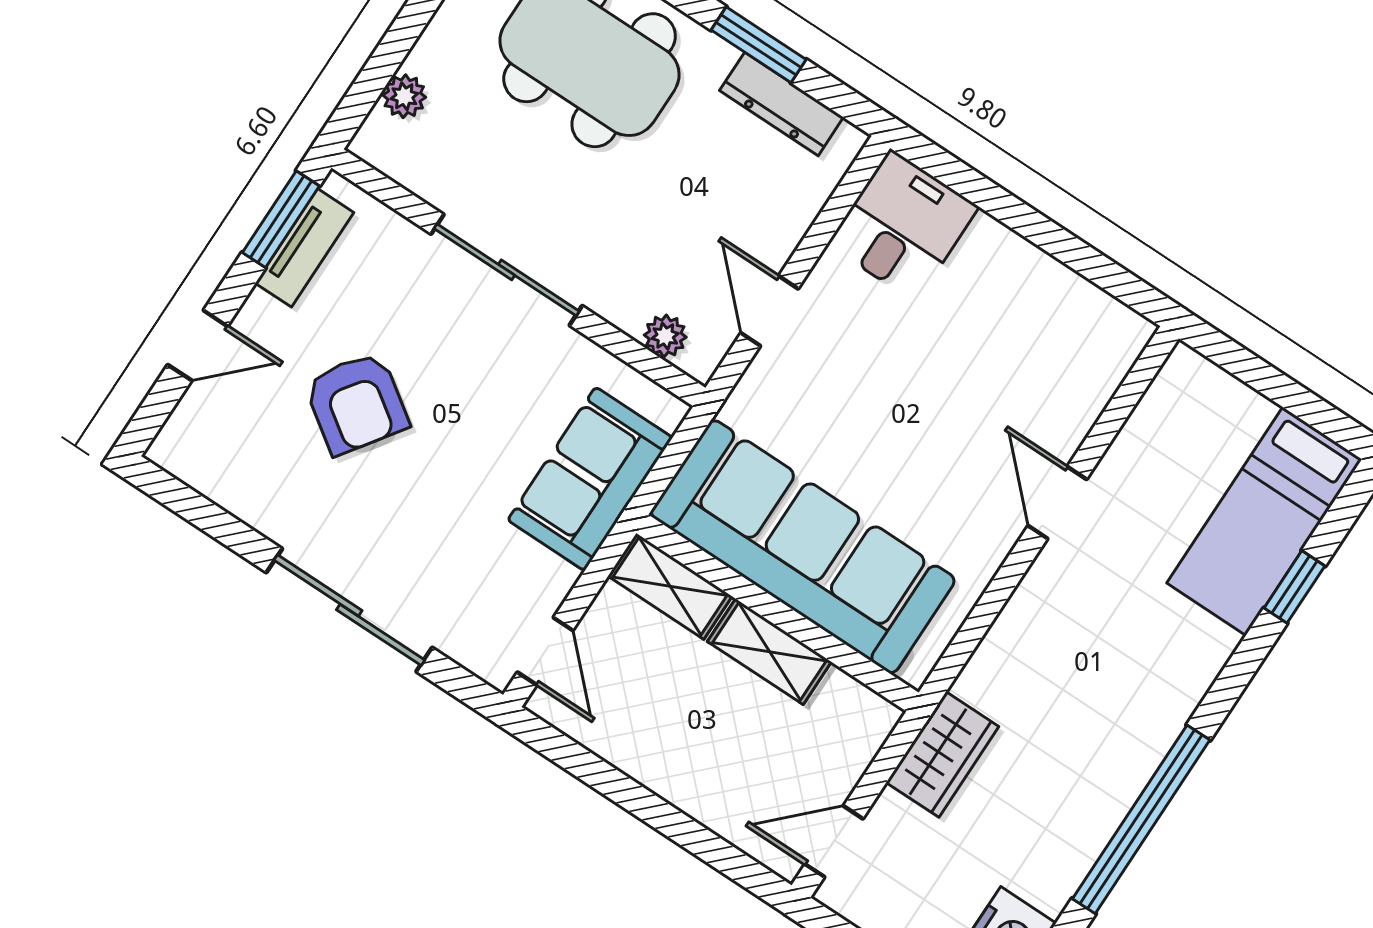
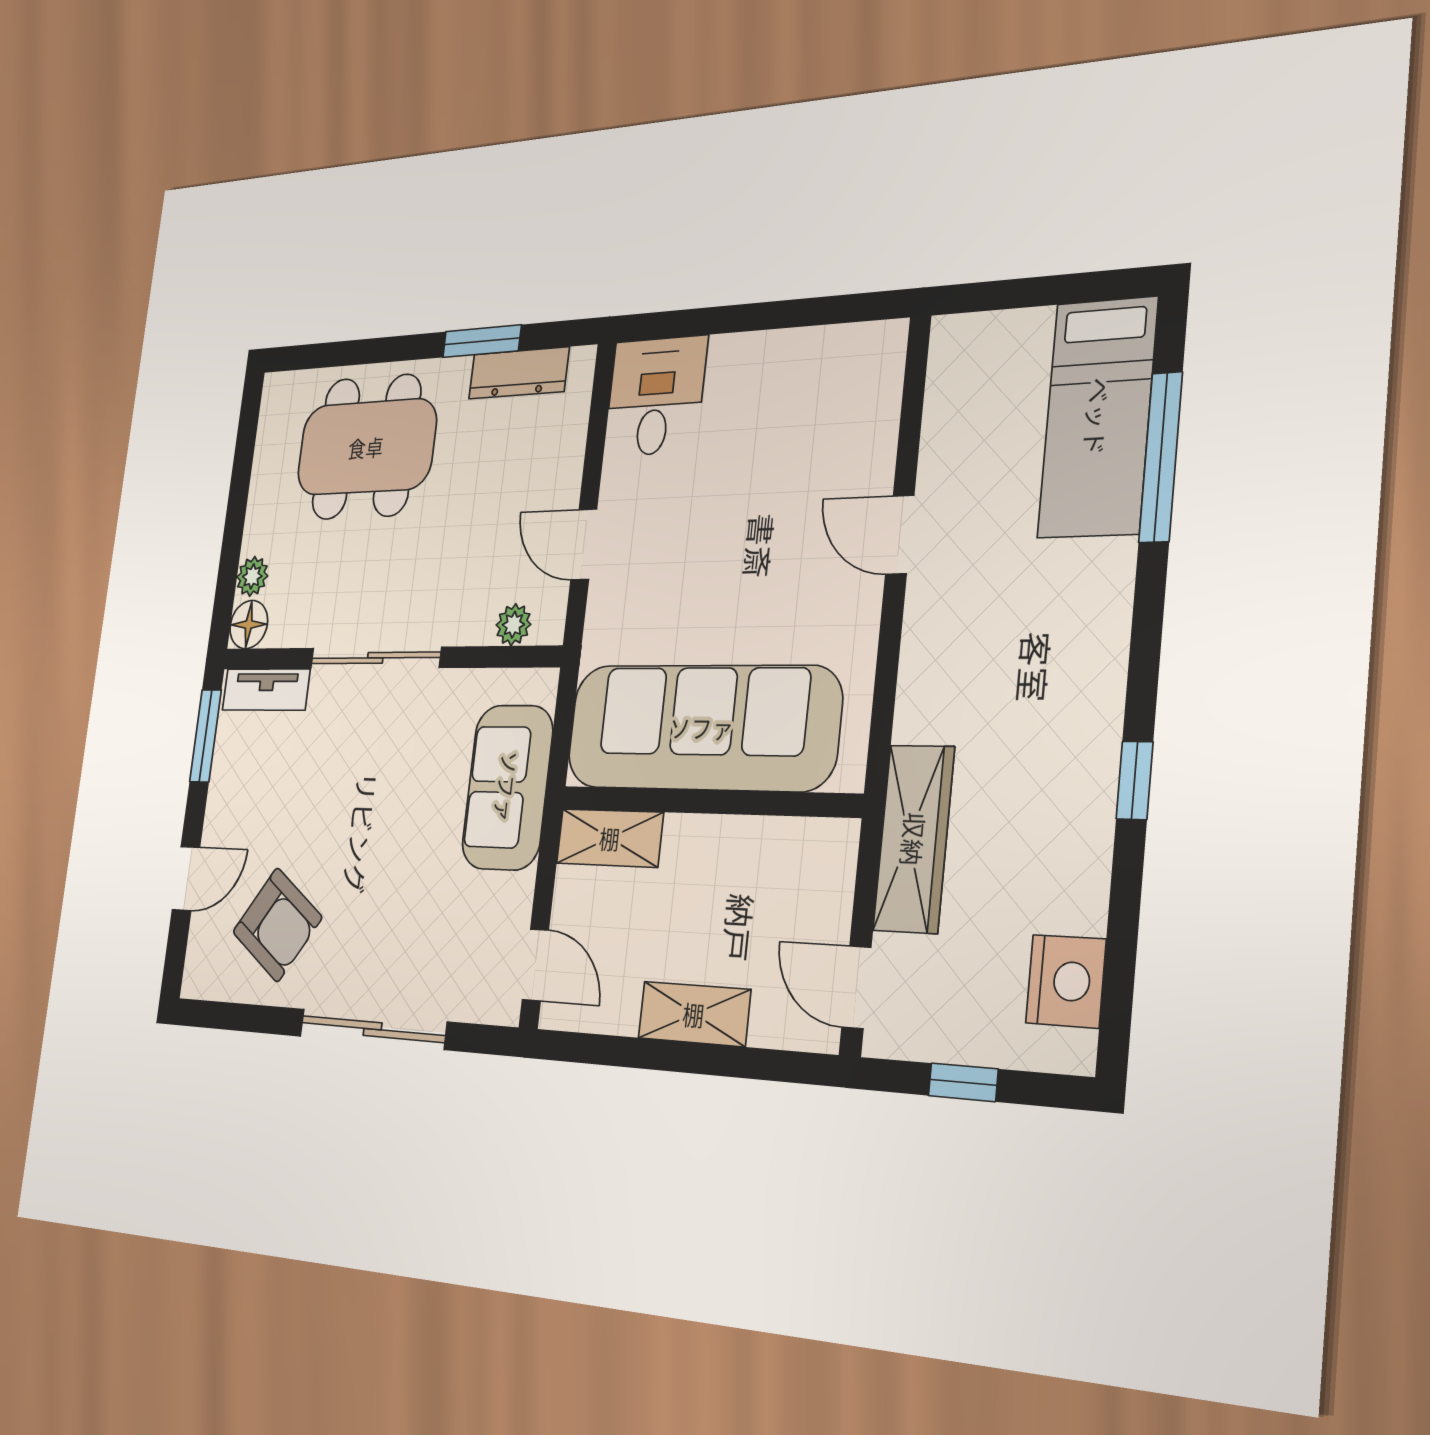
floor lamp: (379, 142) -> (249, 625), added
tv unit: (304, 248) -> (266, 690), moved, turned 90
armchair: (356, 403) -> (277, 925), moved
window: (1294, 587) -> (1161, 457), width x2.17
shelving: (769, 652) -> (694, 1014), moved
wardrobe: (942, 754) -> (914, 839), width x1.50
window: (1141, 819) -> (1135, 780), width x0.32
door: (834, 841) -> (856, 987), hinge flipped

